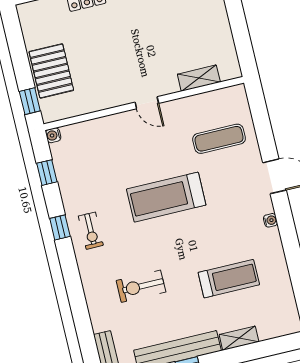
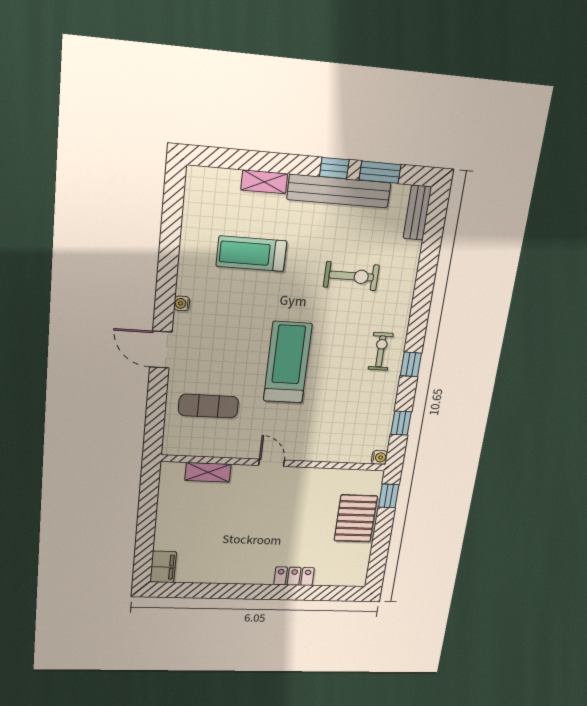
treadmill: (166, 197) -> (288, 362), turned -90

